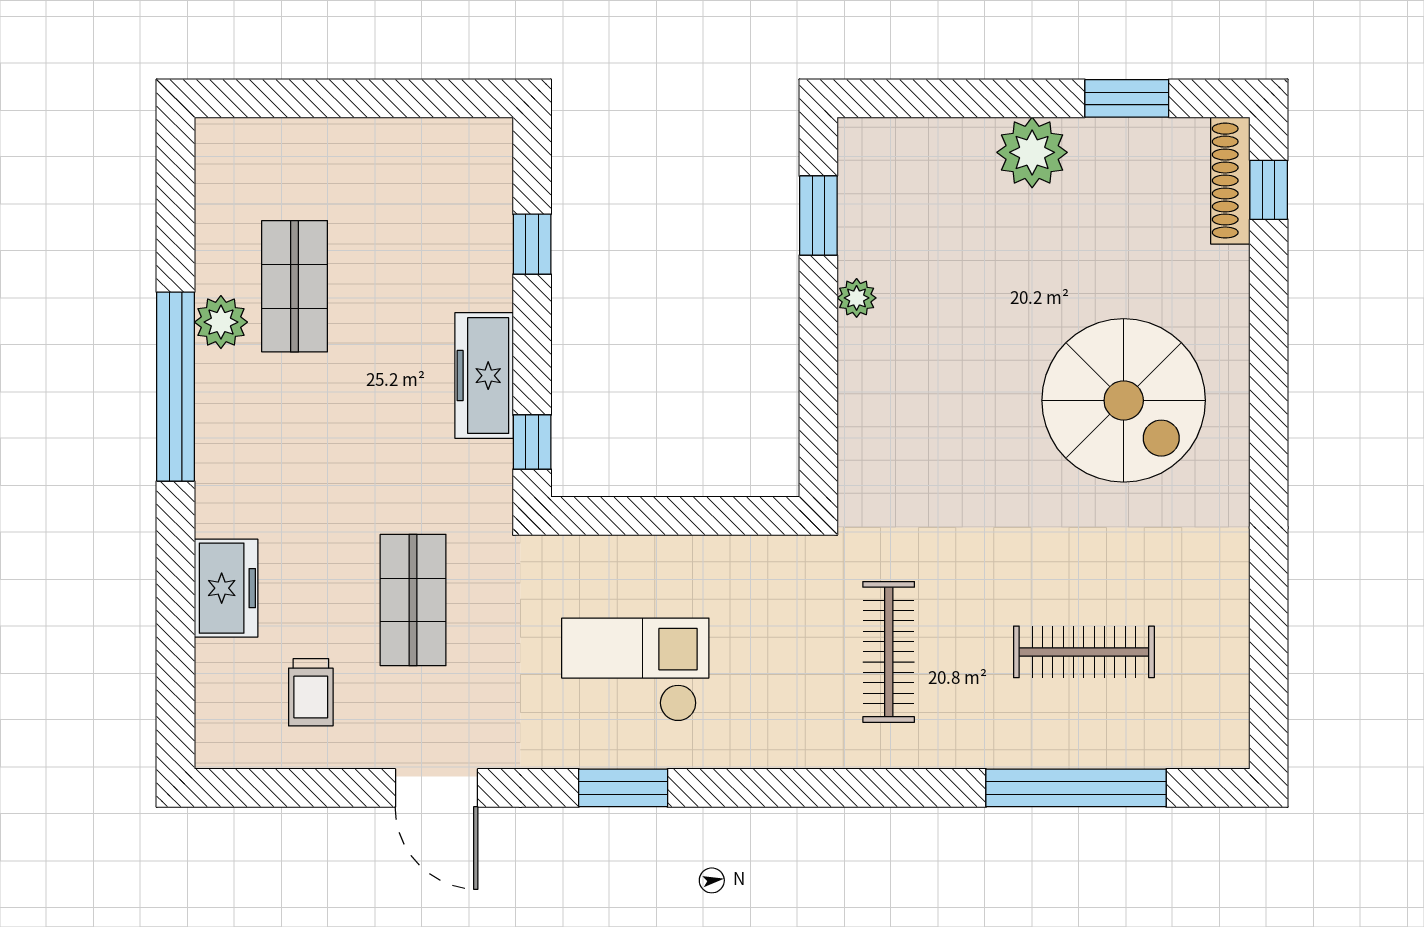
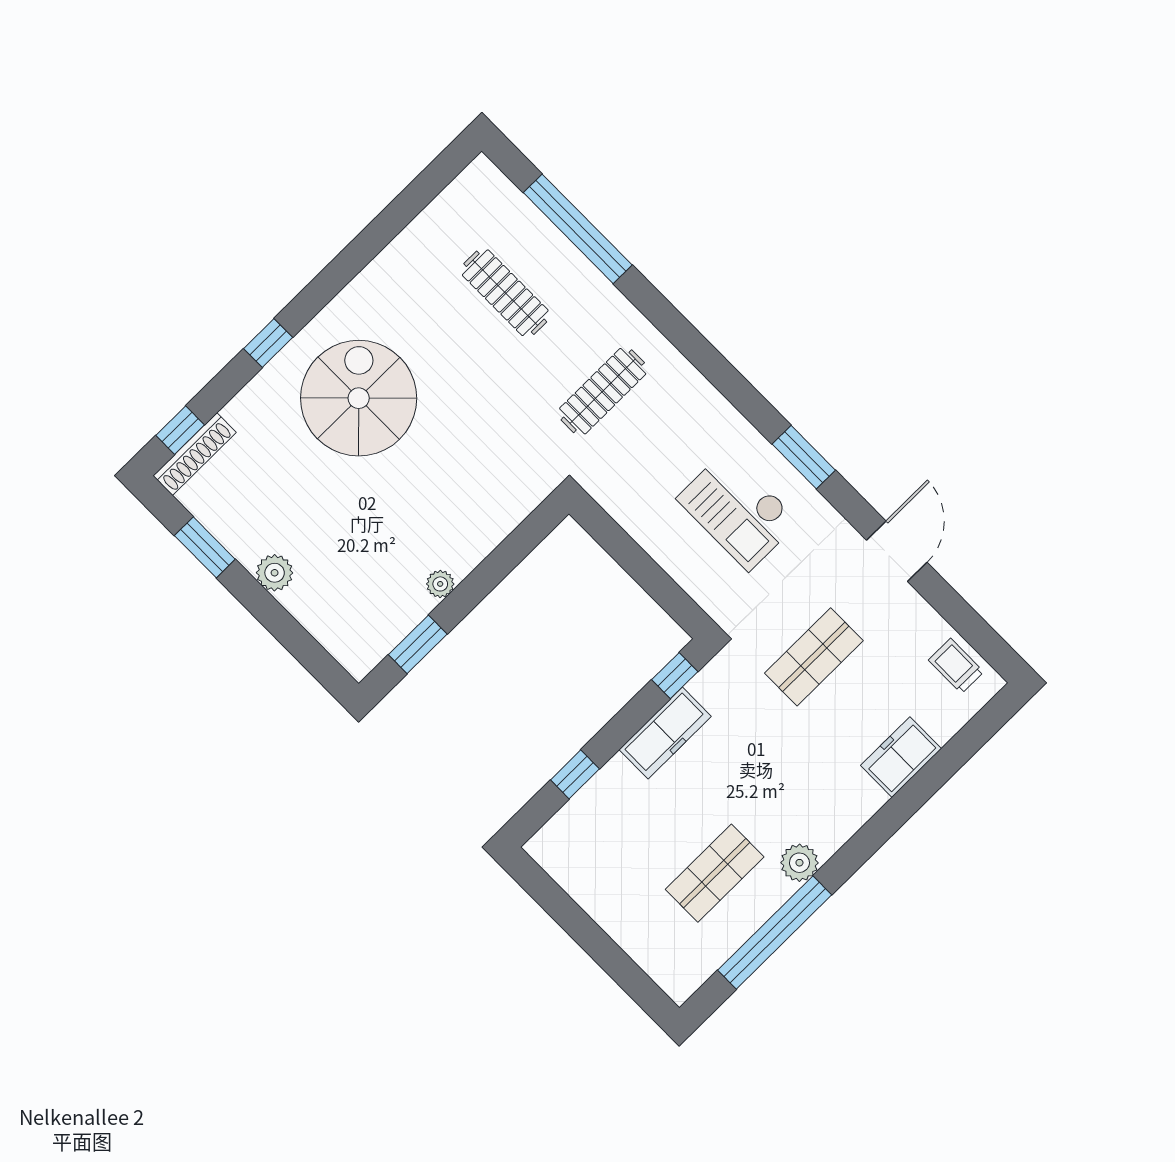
plant: (1032, 152) -> (275, 573), width x0.73, depth x0.73
plant: (221, 322) -> (799, 863), moved
window: (1269, 365) -> (268, 343), added
window: (176, 387) -> (775, 933), moved
trolley: (311, 692) -> (956, 666), moved, turned -90

